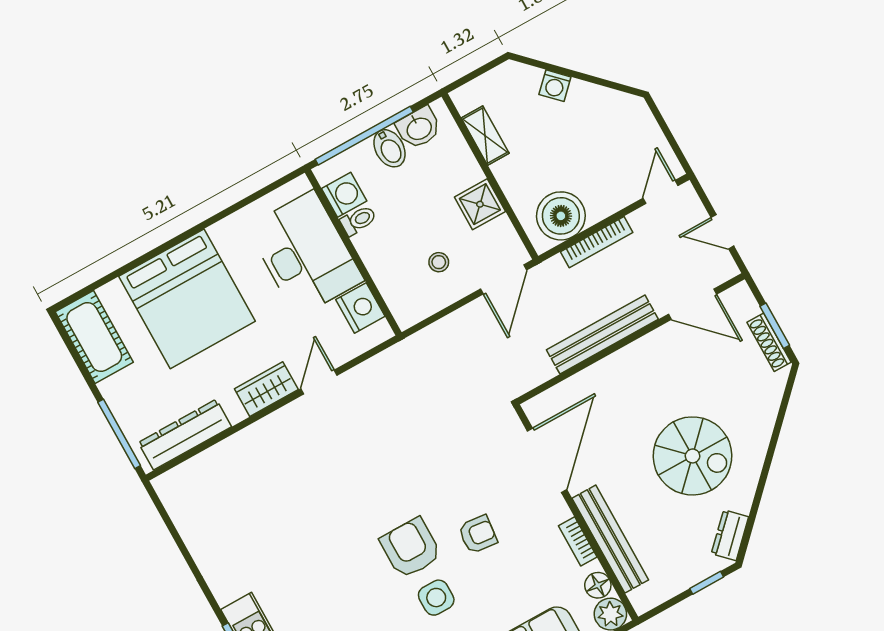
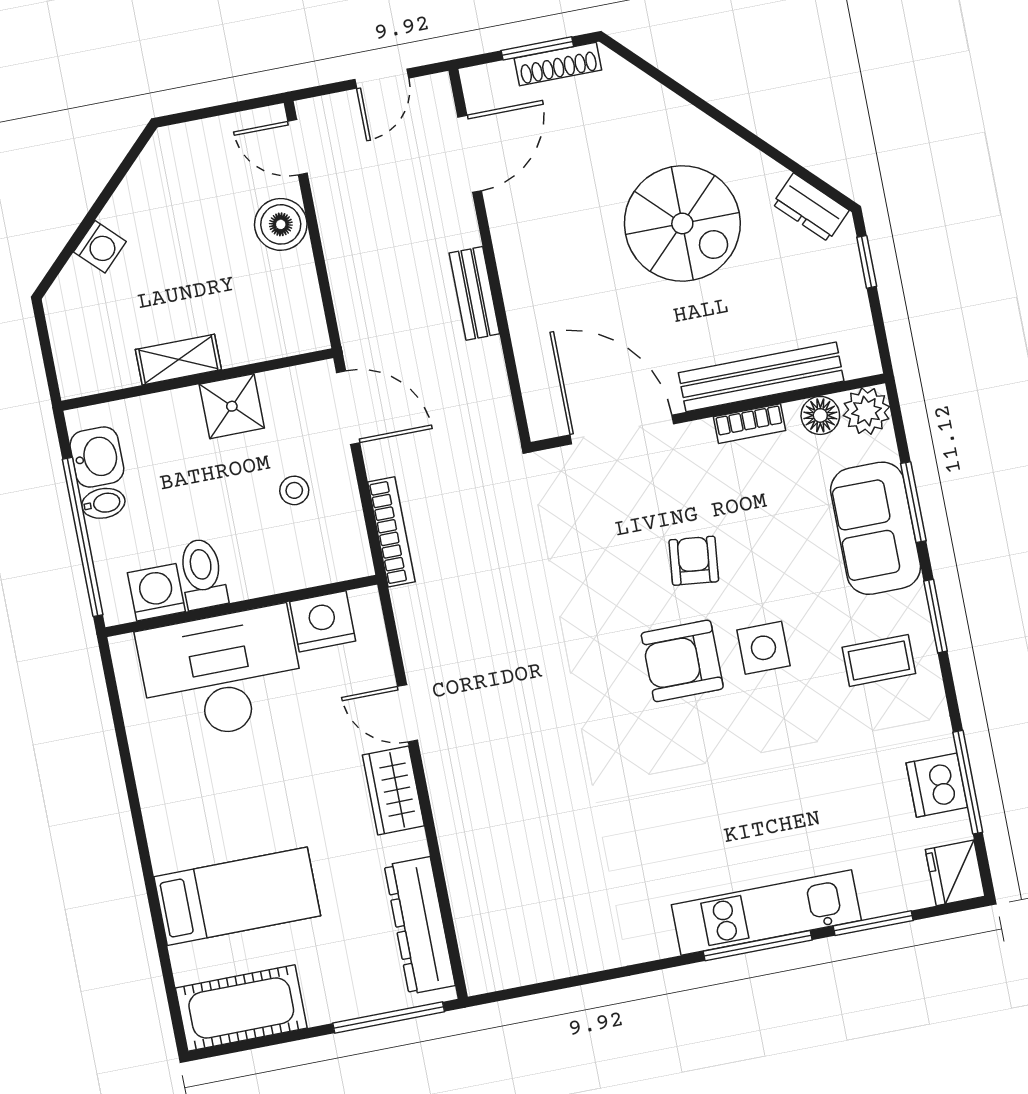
shelving: (485, 136) -> (178, 360), moved
bidet: (390, 148) -> (103, 503), width x0.72, depth x0.74
boiler: (561, 216) -> (281, 224), moved, width x0.73, depth x0.73
toilet: (358, 220) -> (202, 574), width x1.37, depth x1.39
bookcase: (597, 242) -> (391, 532), moved
bed: (187, 299) -> (237, 896), width x0.49
bench: (602, 335) -> (474, 293), width x0.54, depth x0.82
spiral stairs: (693, 456) -> (682, 223), turned 90

